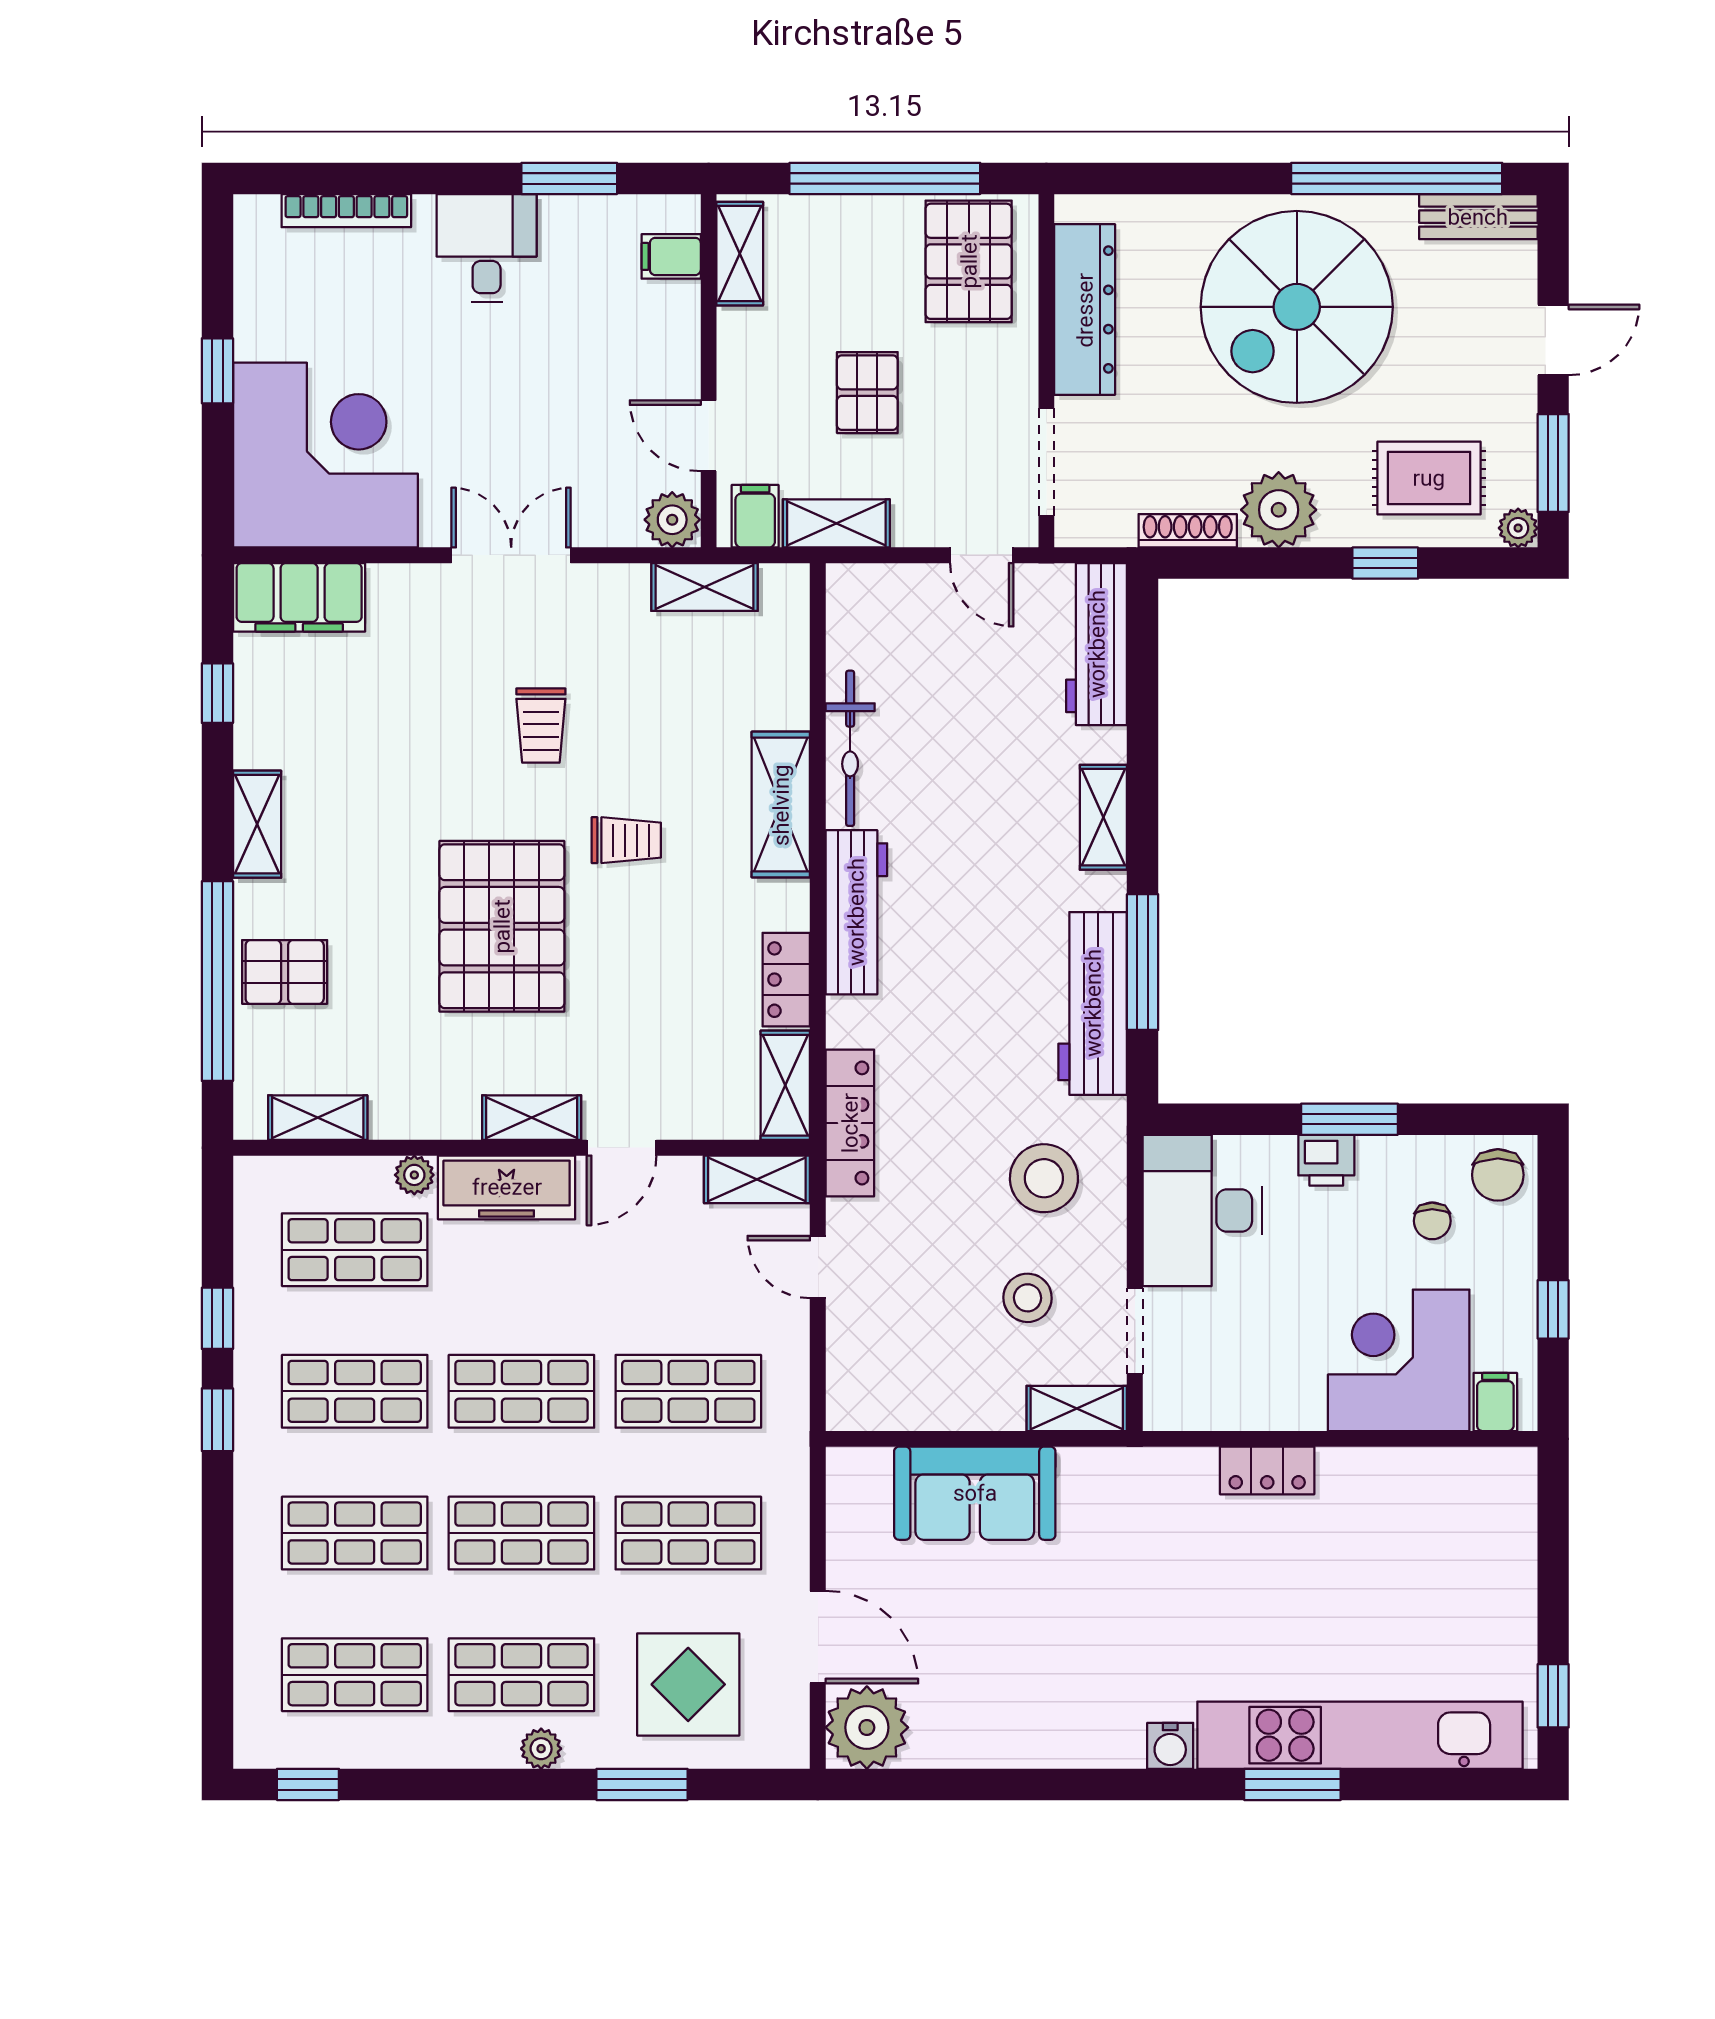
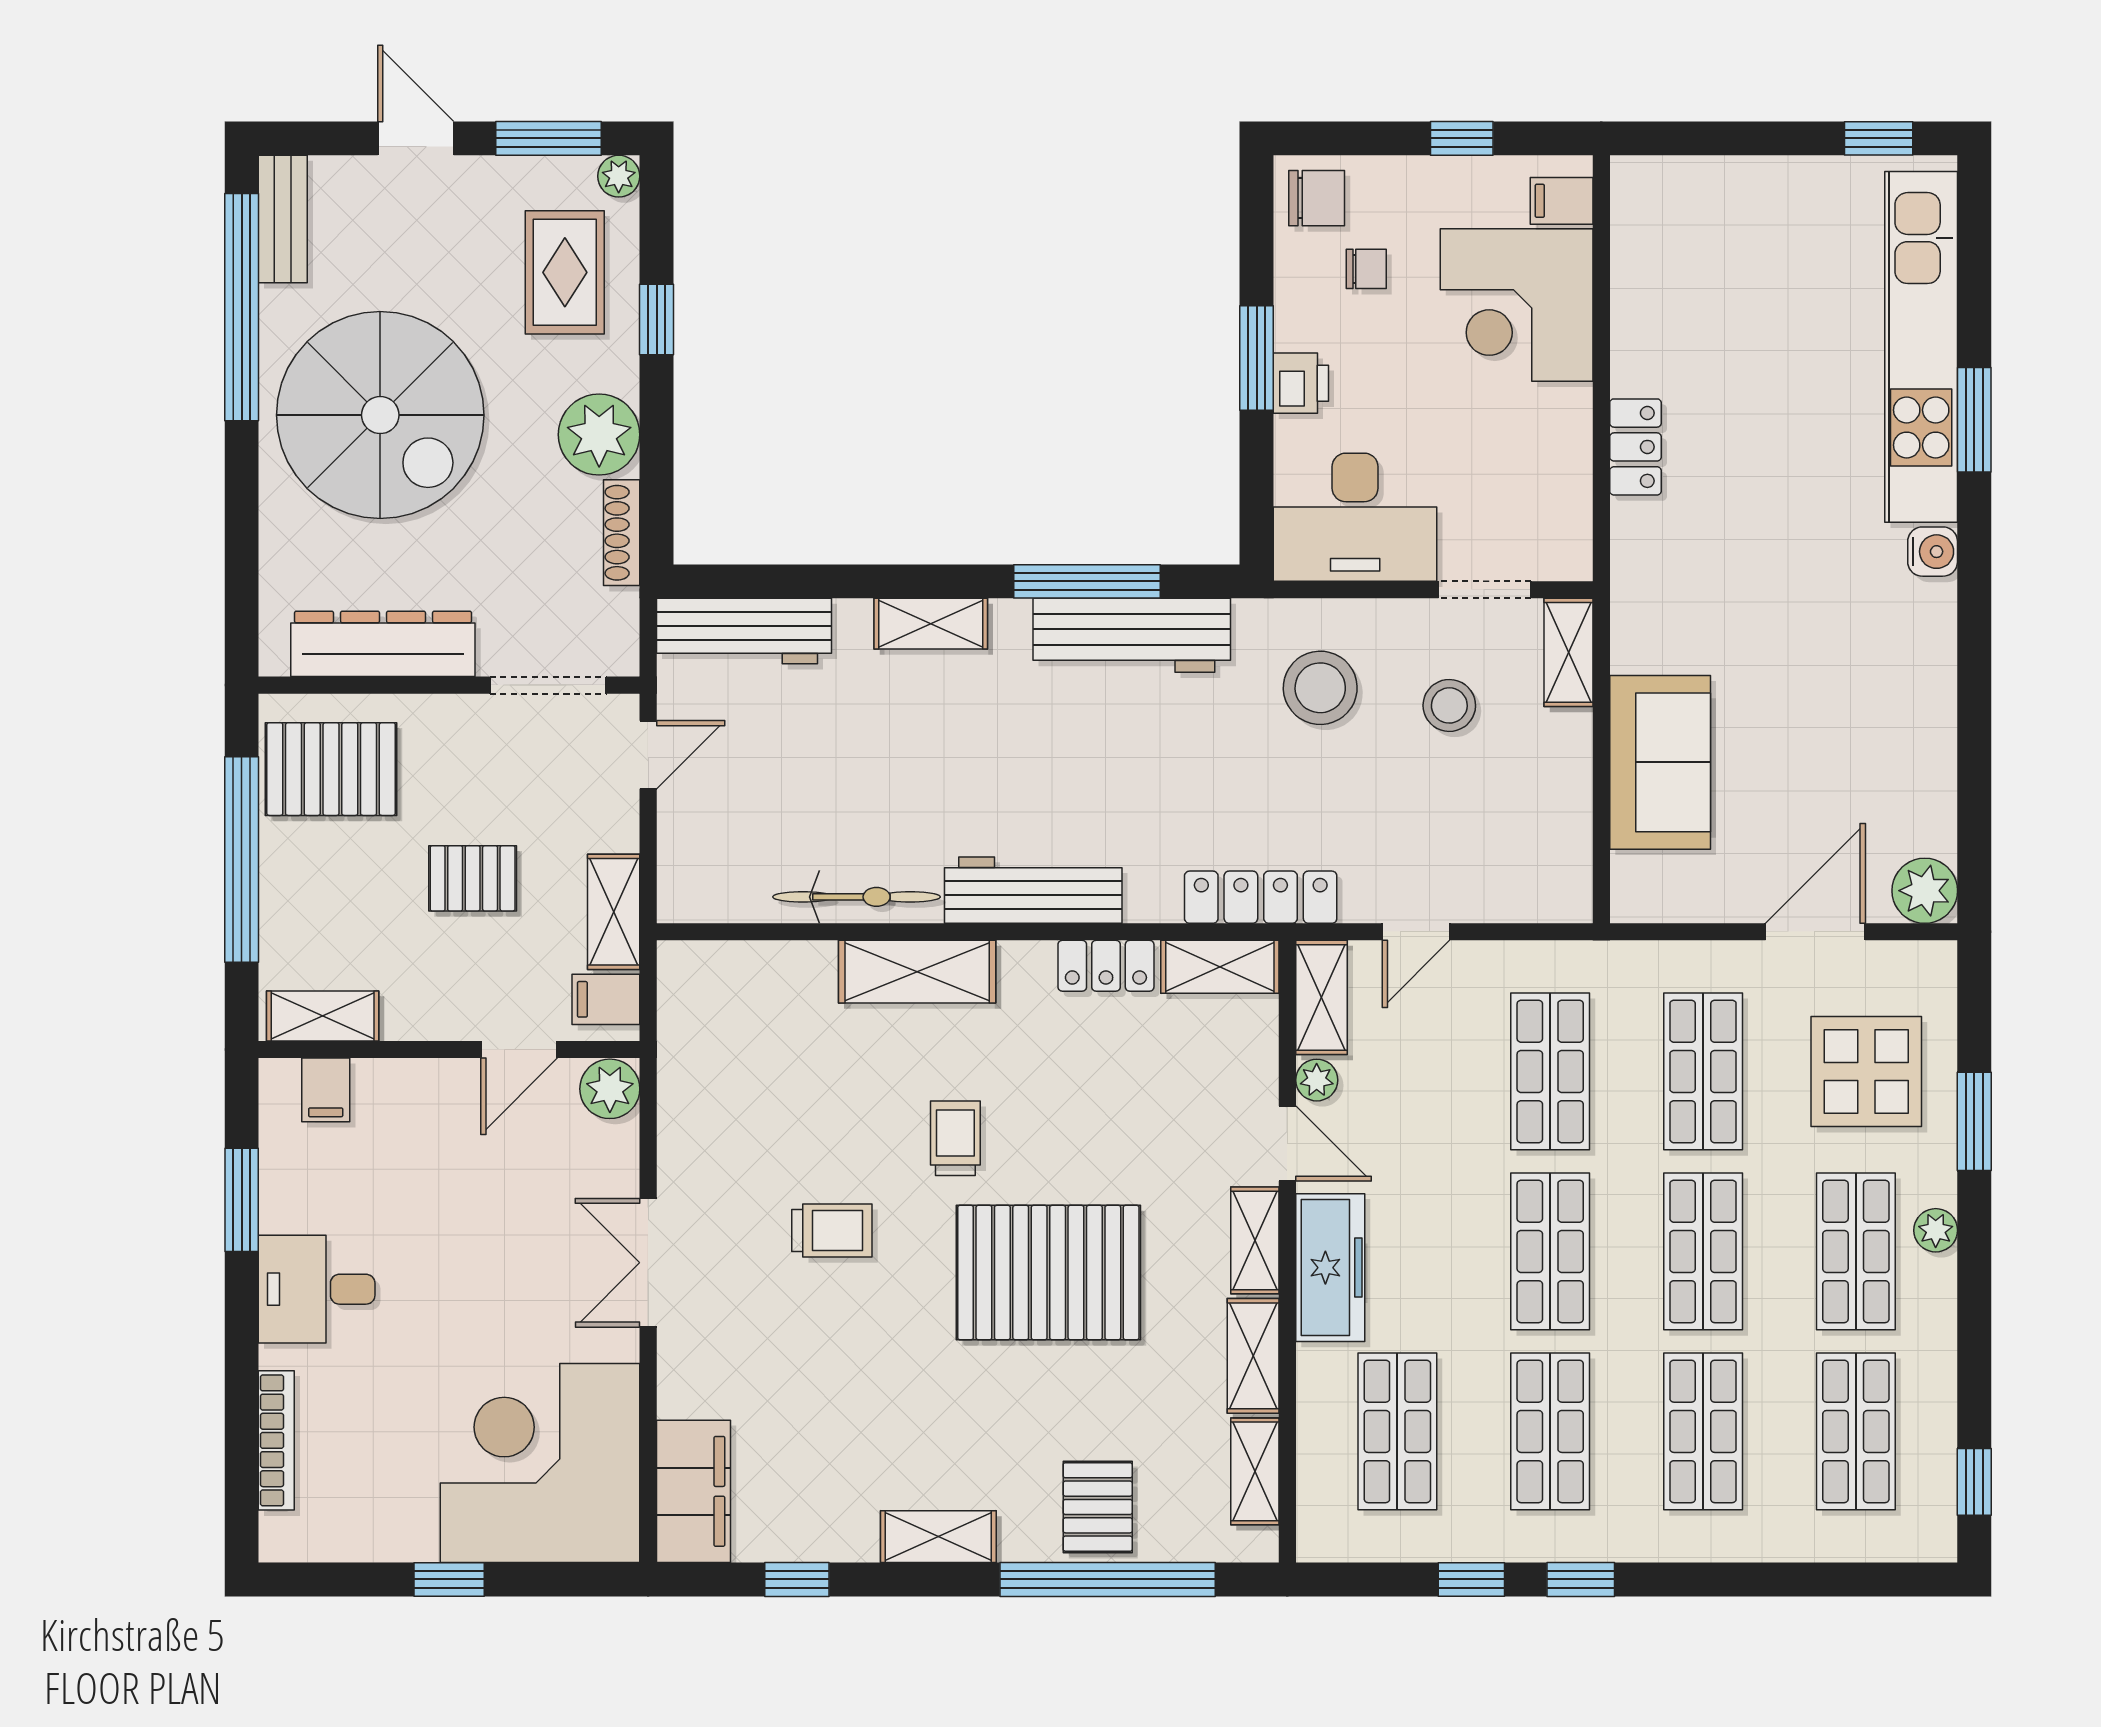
shelving: (704, 587) -> (1253, 1356), moved
plant: (414, 1175) -> (1317, 1080), moved
plant: (867, 1727) -> (1925, 891), width x0.73, depth x0.73

